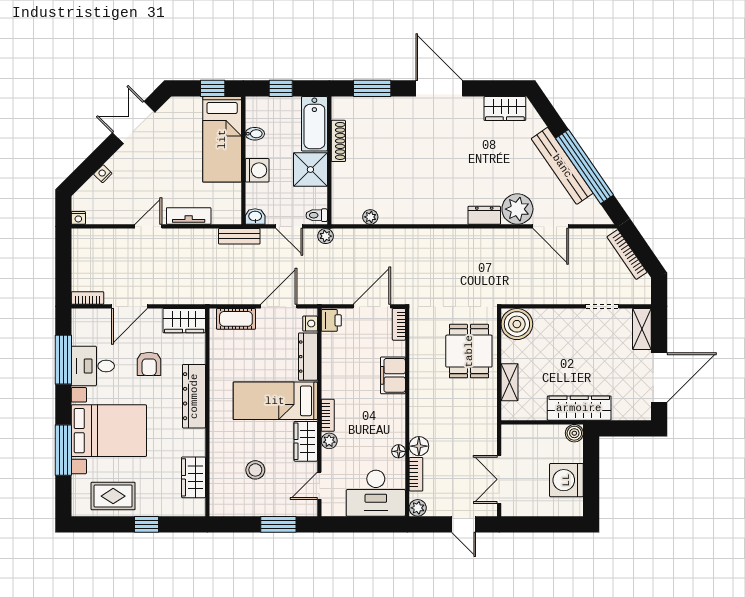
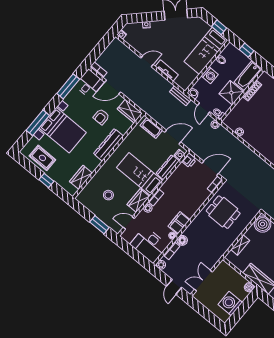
dining table: (469, 351) -> (223, 212), moved, turned 90
desk: (93, 366) -> (89, 84), moved, turned 90
filing cabinet: (393, 375) -> (179, 223), moved

